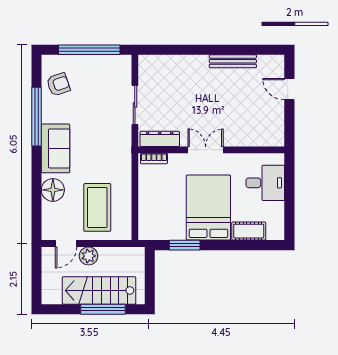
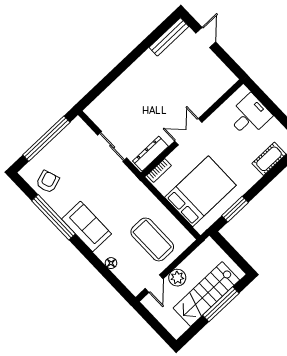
bench: (233, 61) -> (169, 37), moved
door: (289, 89) -> (206, 38), swing flipped
floor lamp: (53, 190) -> (111, 263), width x0.53, depth x0.53
bed: (208, 208) -> (200, 191), moved, turned 90

